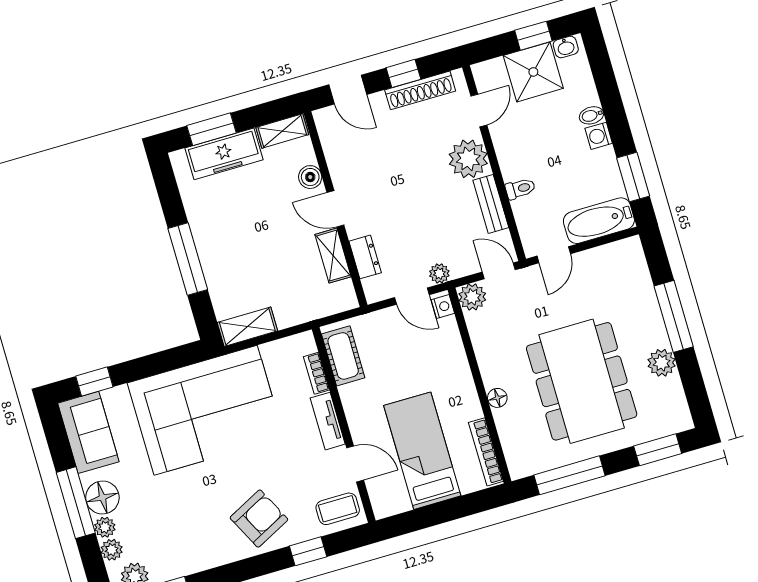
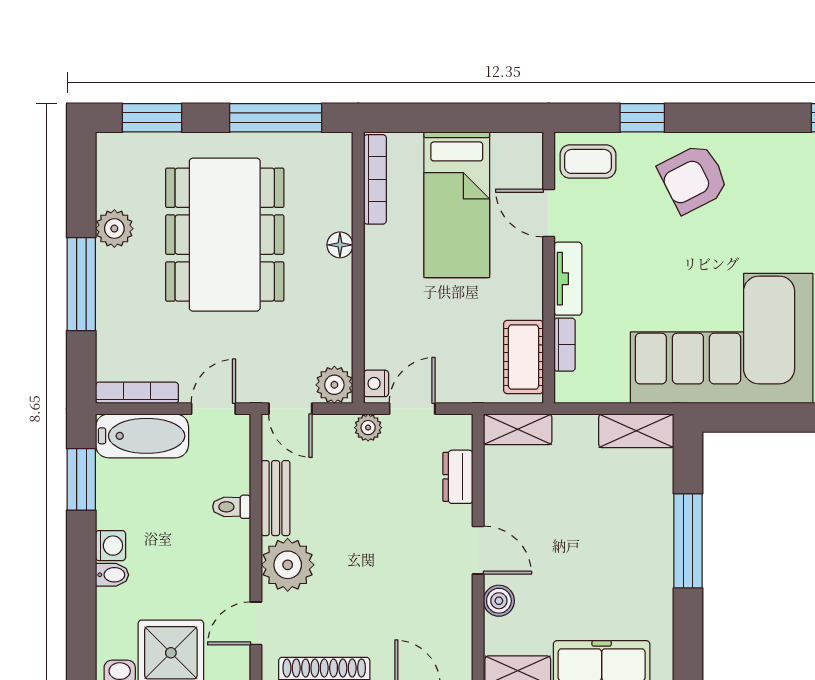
bookcase: (611, 250) -> (137, 393), added
shelving: (333, 256) -> (518, 429), moved, turned 90
door: (412, 296) -> (412, 409), hinge flipped

